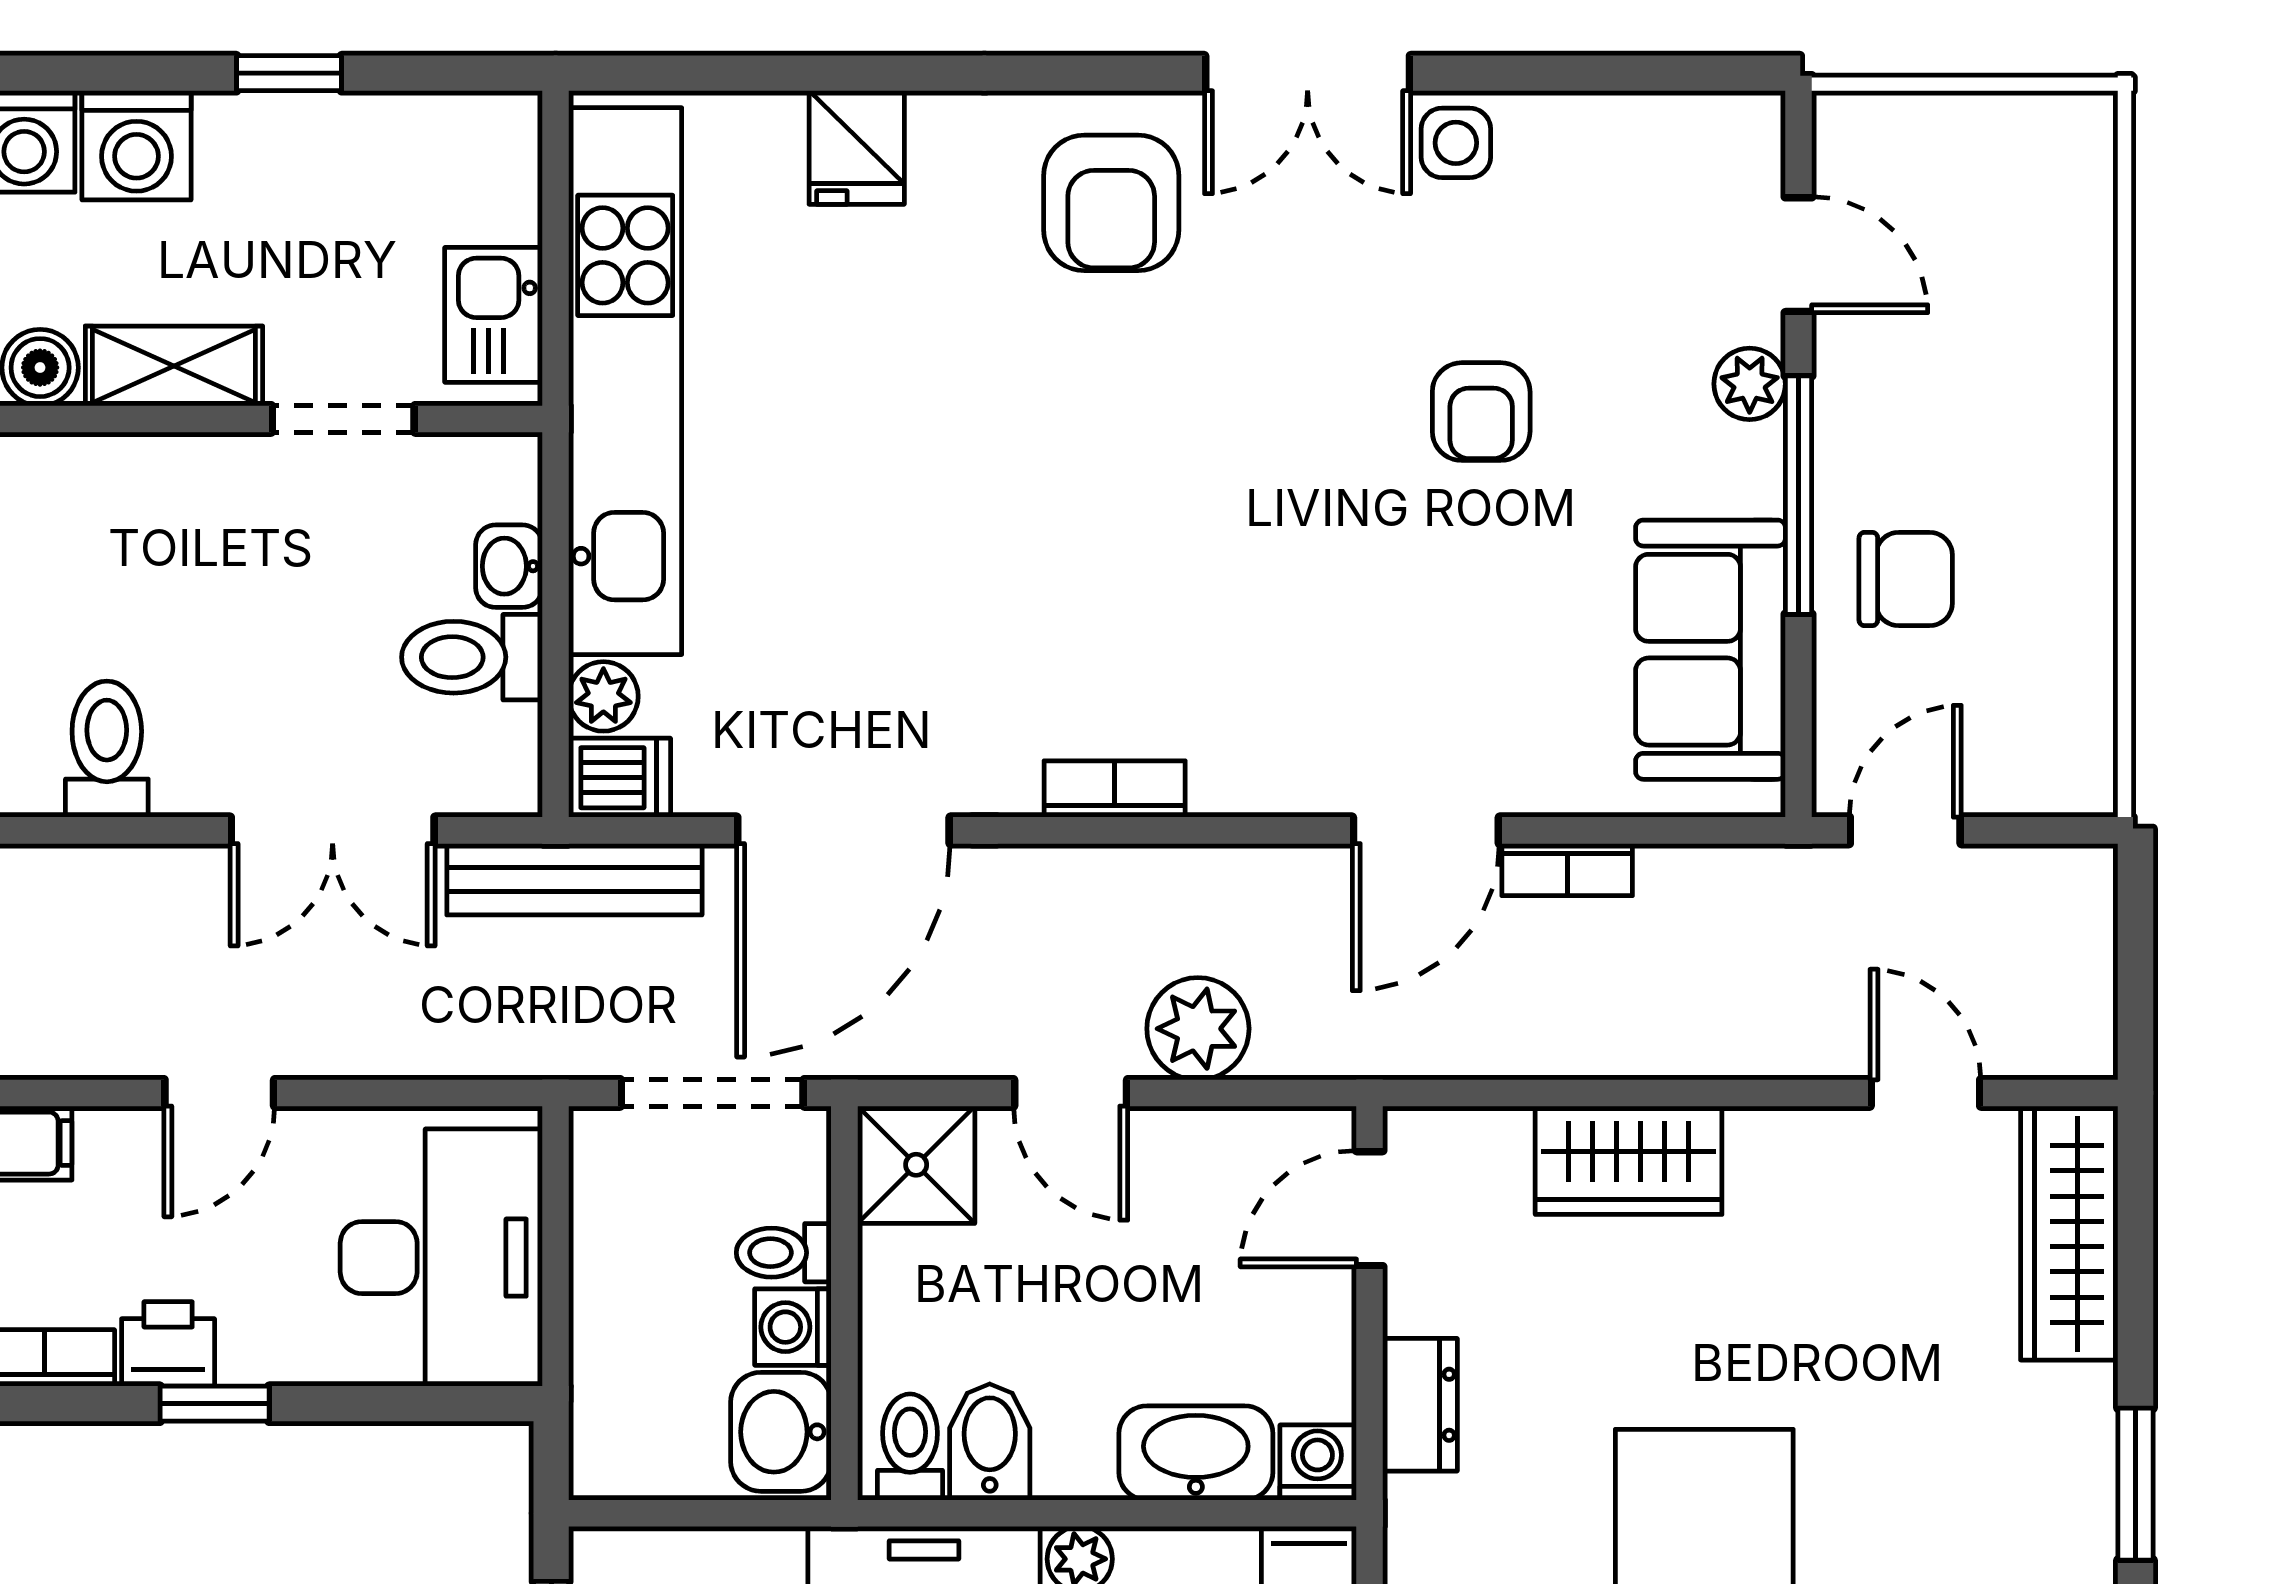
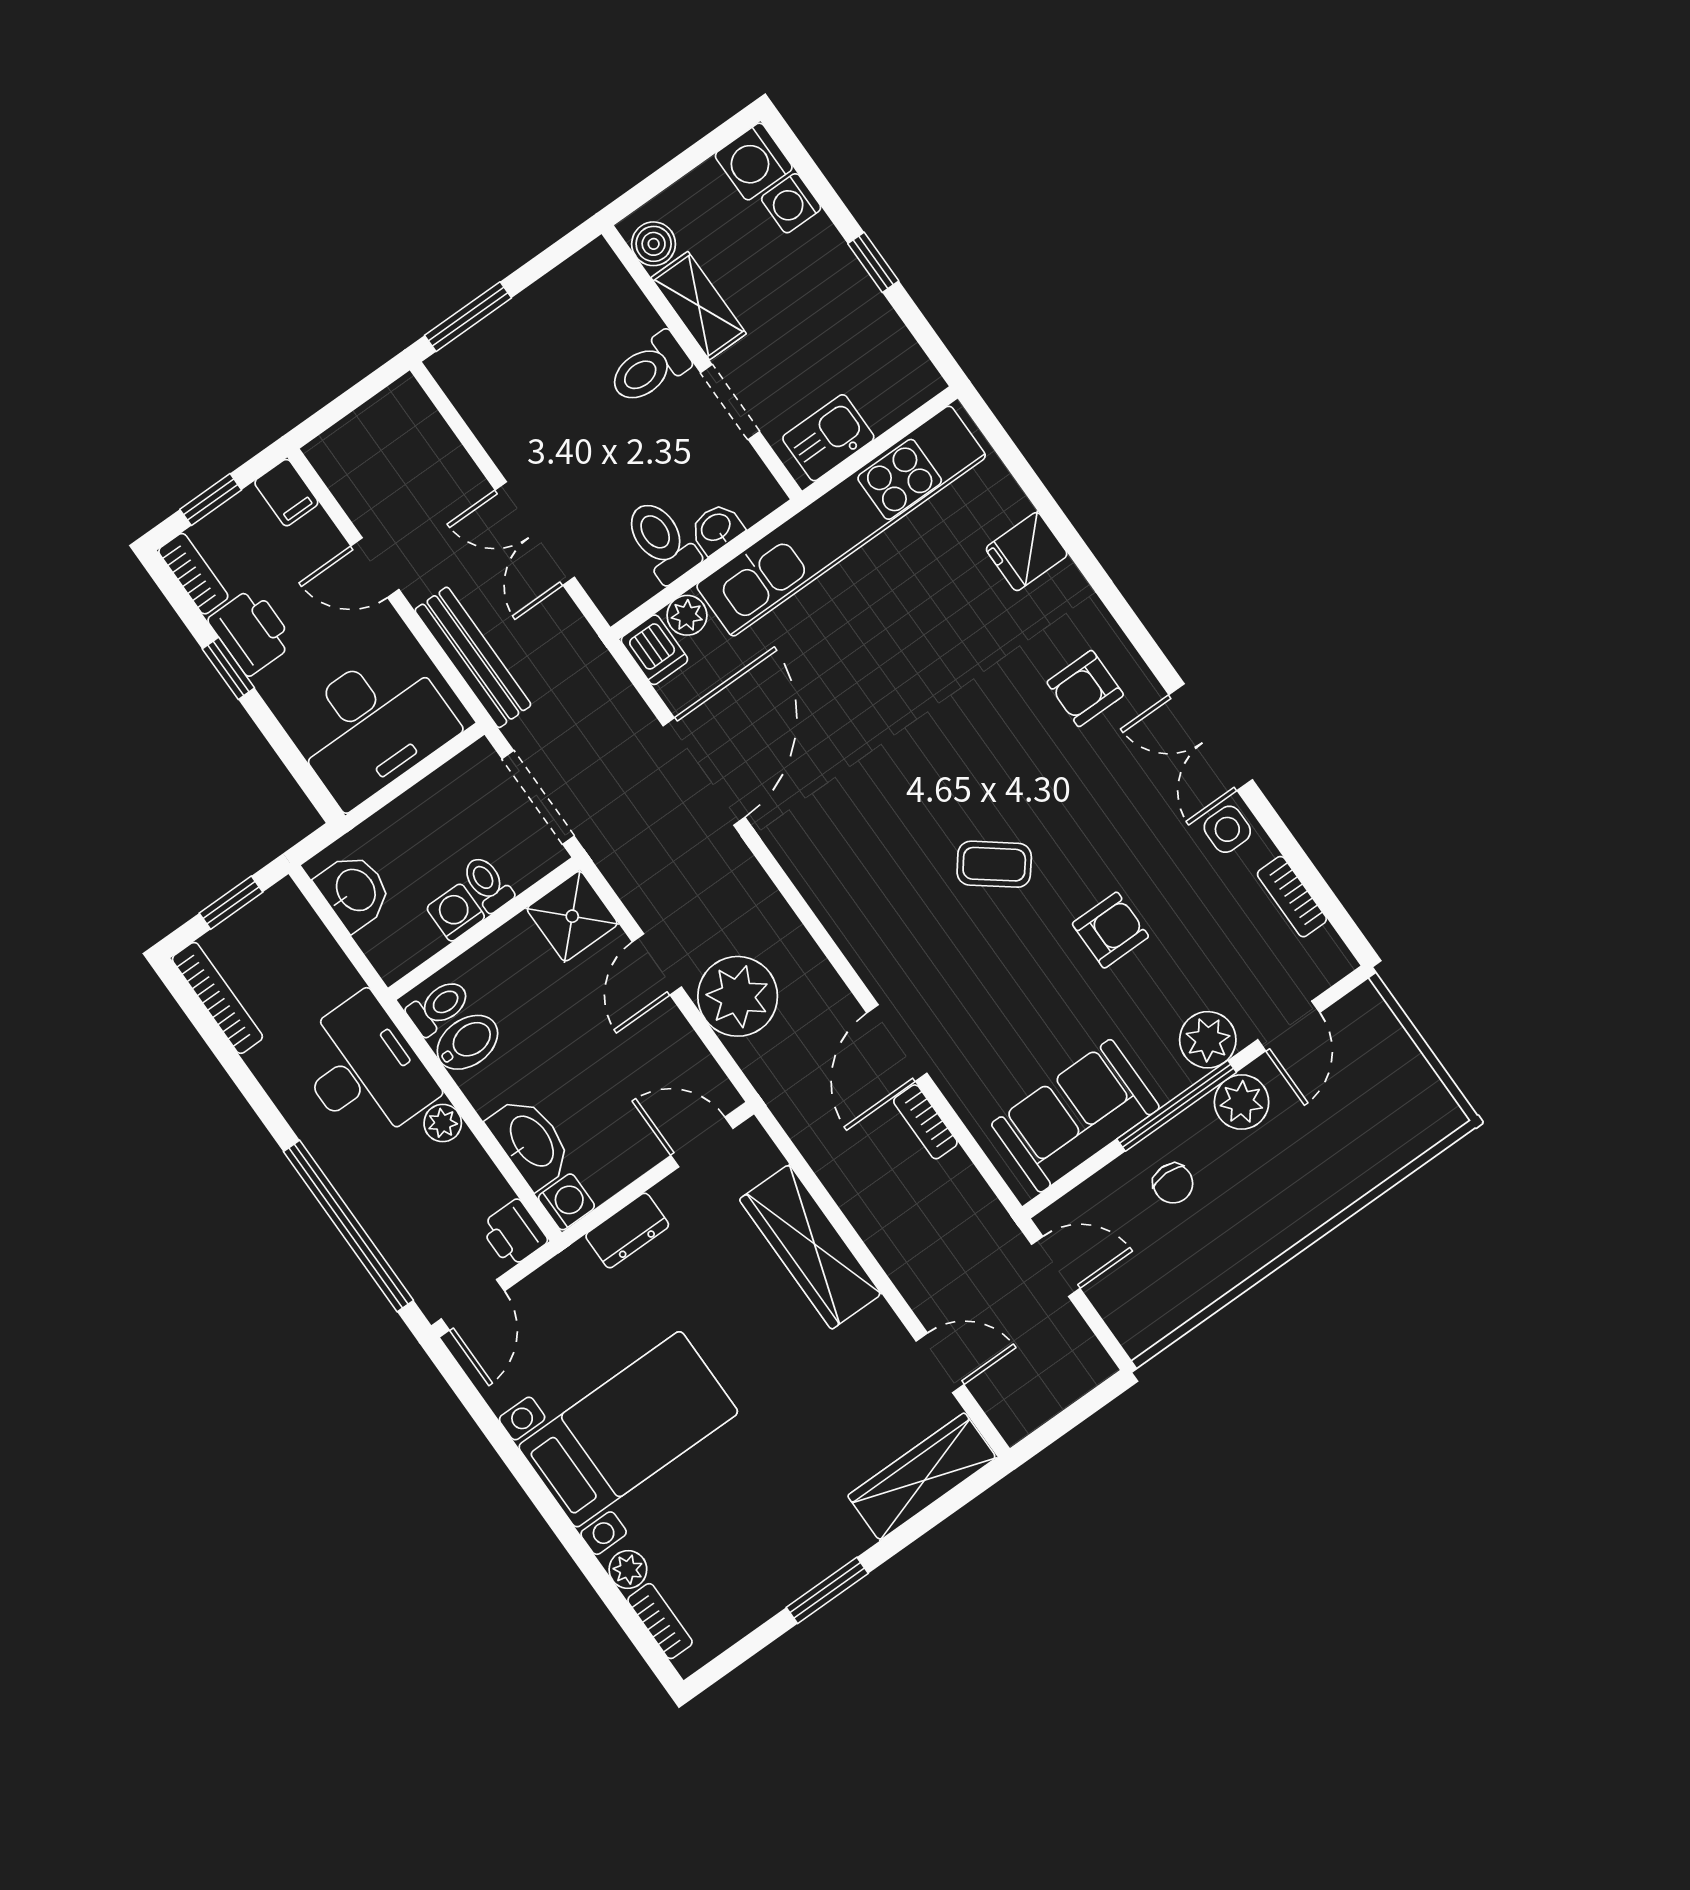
washing machine: (136, 145) -> (791, 203), width x0.73, depth x0.73
armchair: (1111, 203) -> (1085, 689), width x0.72, depth x0.72
plant: (1750, 384) -> (1208, 1040), width x1.38, depth x1.38
plant: (1859, 399) -> (1242, 1102), added
armchair: (1481, 412) -> (1110, 930), turned 180
coffee table: (1269, 511) -> (994, 864), added
chair: (1906, 579) -> (1173, 1183), width x0.73, depth x0.73
toilet: (107, 749) -> (649, 368), moved, turned 180
bookcase: (1115, 789) -> (1292, 897), moved, turned 180
door: (843, 830) -> (704, 772), swing flipped
door: (1426, 830) -> (897, 1043), hinge flipped
bench: (574, 879) -> (473, 657), moved
plant: (1198, 1029) -> (738, 996), width x1.36, depth x1.36
door: (1925, 1093) -> (940, 1363), hinge flipped
wardrobe: (1629, 1160) -> (810, 1247), width x1.50
printer: (168, 1344) -> (251, 631), width x1.36, depth x1.24
washbasin: (781, 1432) -> (354, 891), moved, turned 90

